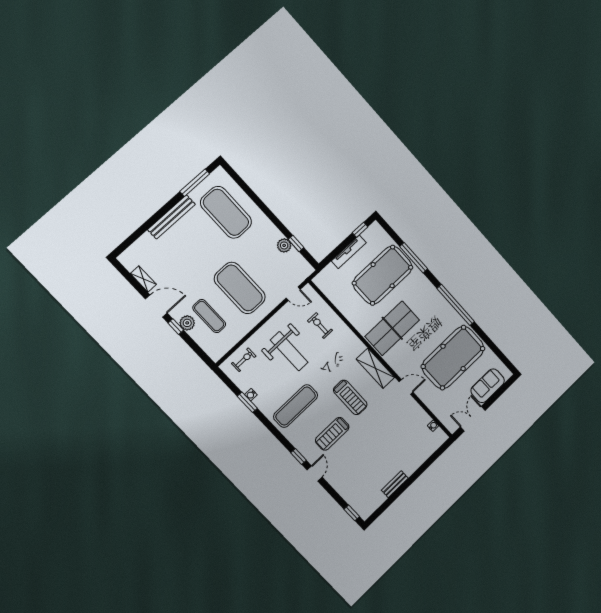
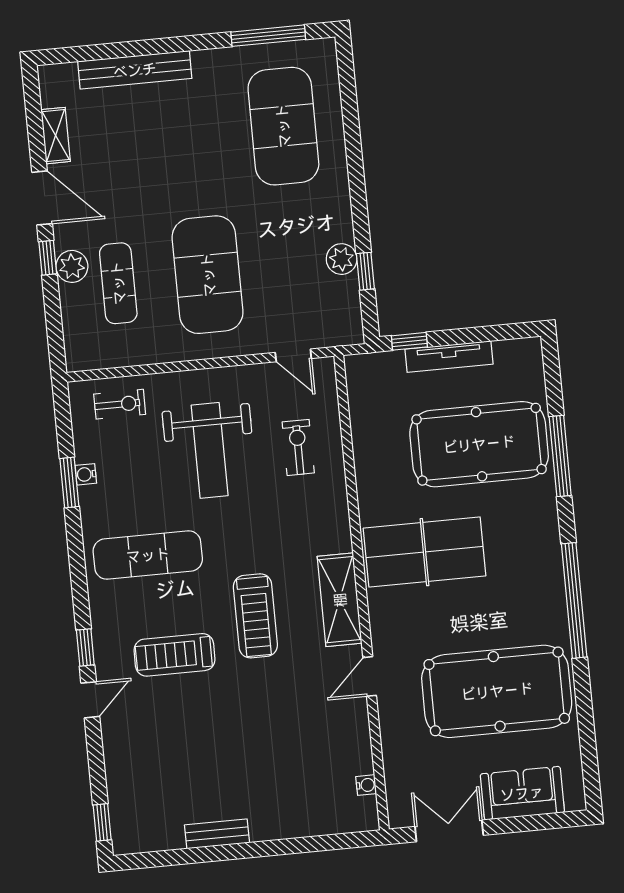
bench: (171, 217) -> (135, 70), moved
window: (360, 230) -> (409, 341), moved
door: (406, 387) -> (370, 676), swing flipped

